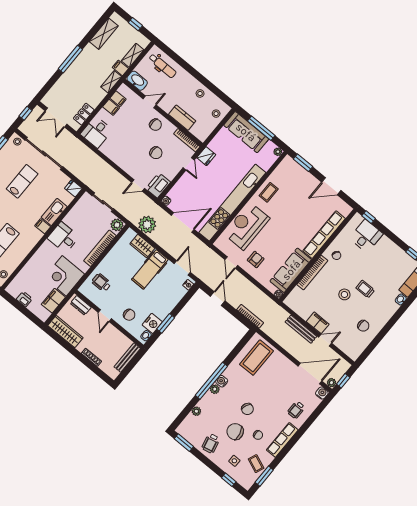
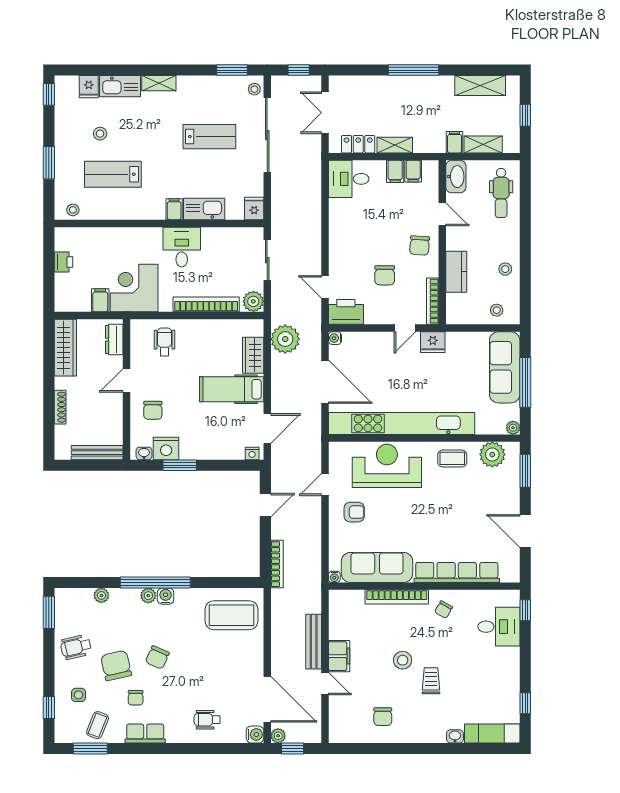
shelving: (111, 82) -> (395, 145), moved
plant: (282, 172) -> (492, 454), added
filing cabinet: (53, 301) -> (100, 300), width x0.50
row of seats: (282, 440) -> (145, 734), width x0.68

